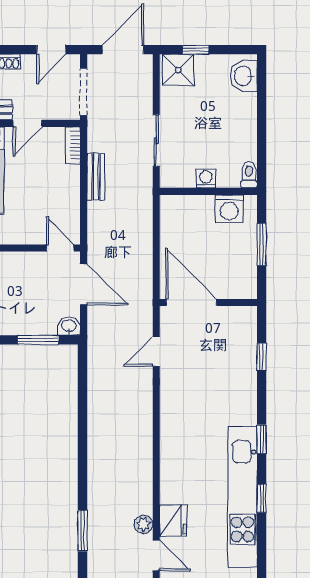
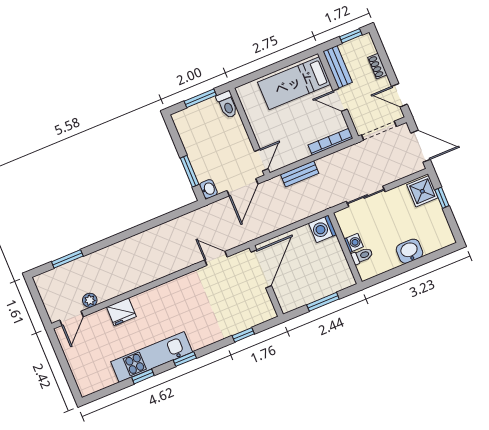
washbasin: (244, 76) -> (410, 251), moved
bookcase: (73, 145) -> (331, 142), width x1.56
toilet: (249, 175) -> (362, 256), moved
bench: (96, 177) -> (300, 174), moved
washing machine: (229, 209) -> (322, 229), moved
kitchen unit: (242, 497) -> (152, 357), width x0.73
fridge: (173, 521) -> (121, 312), moved

